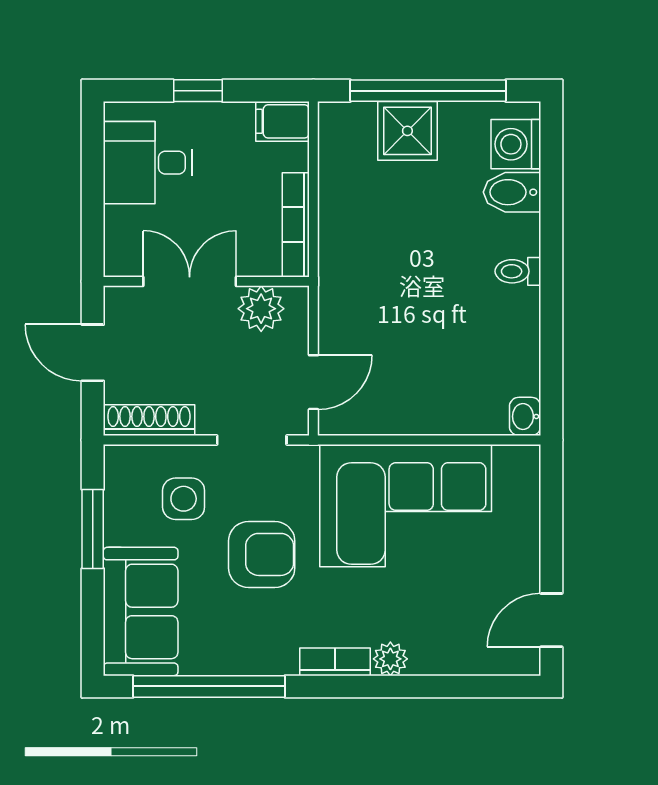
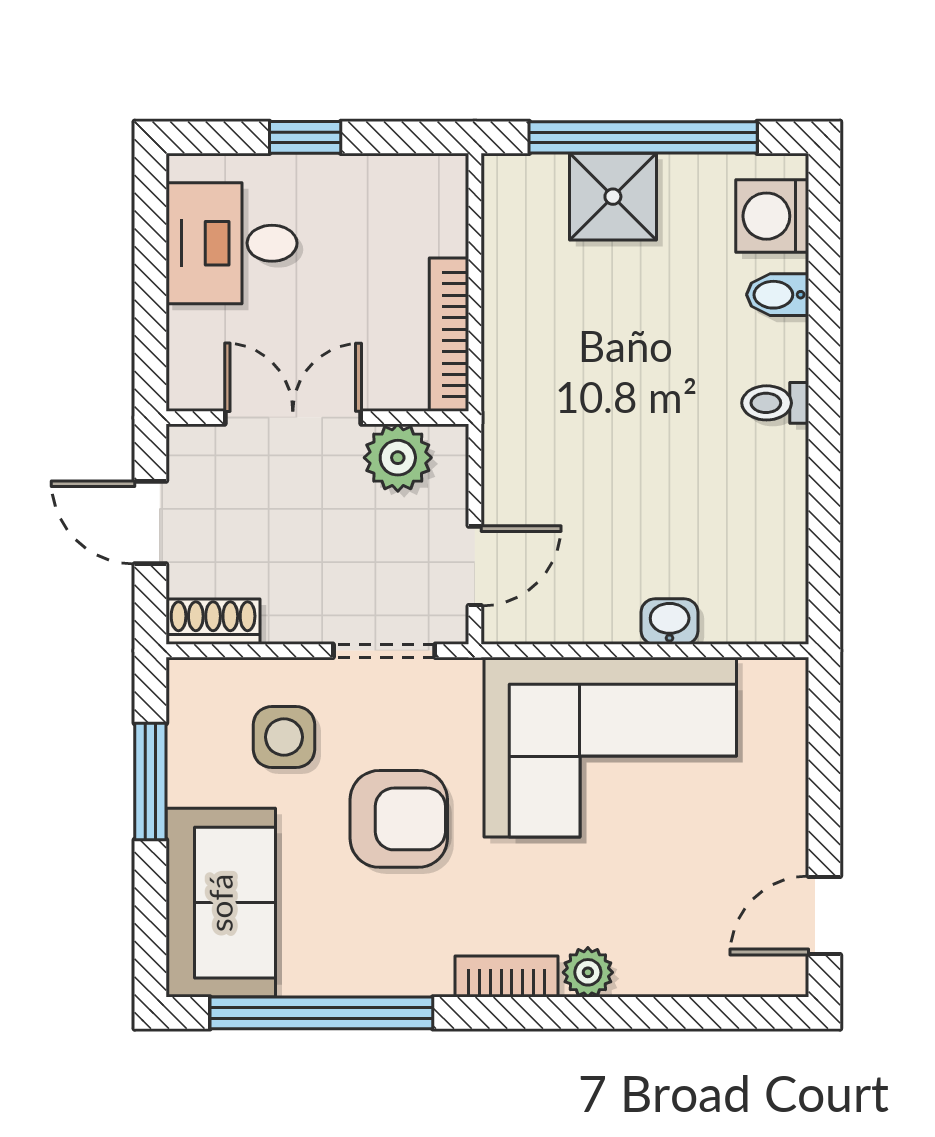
filing cabinet: (282, 121) -> (429, 183), removed
bidet: (512, 192) -> (778, 295), width x0.72, depth x0.74
washbasin: (525, 416) -> (670, 622), moved, turned 90
shoe rack: (149, 420) -> (213, 622), width x0.70

